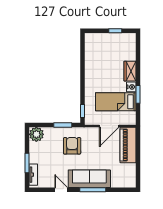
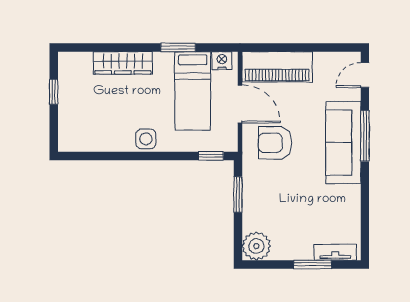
wardrobe: (130, 71) -> (123, 63), width x1.50
side table: (91, 78) -> (146, 139), added
nightstand: (131, 87) -> (222, 61), moved
armchair: (72, 146) -> (275, 143), moved
door: (61, 190) -> (365, 75), moved

